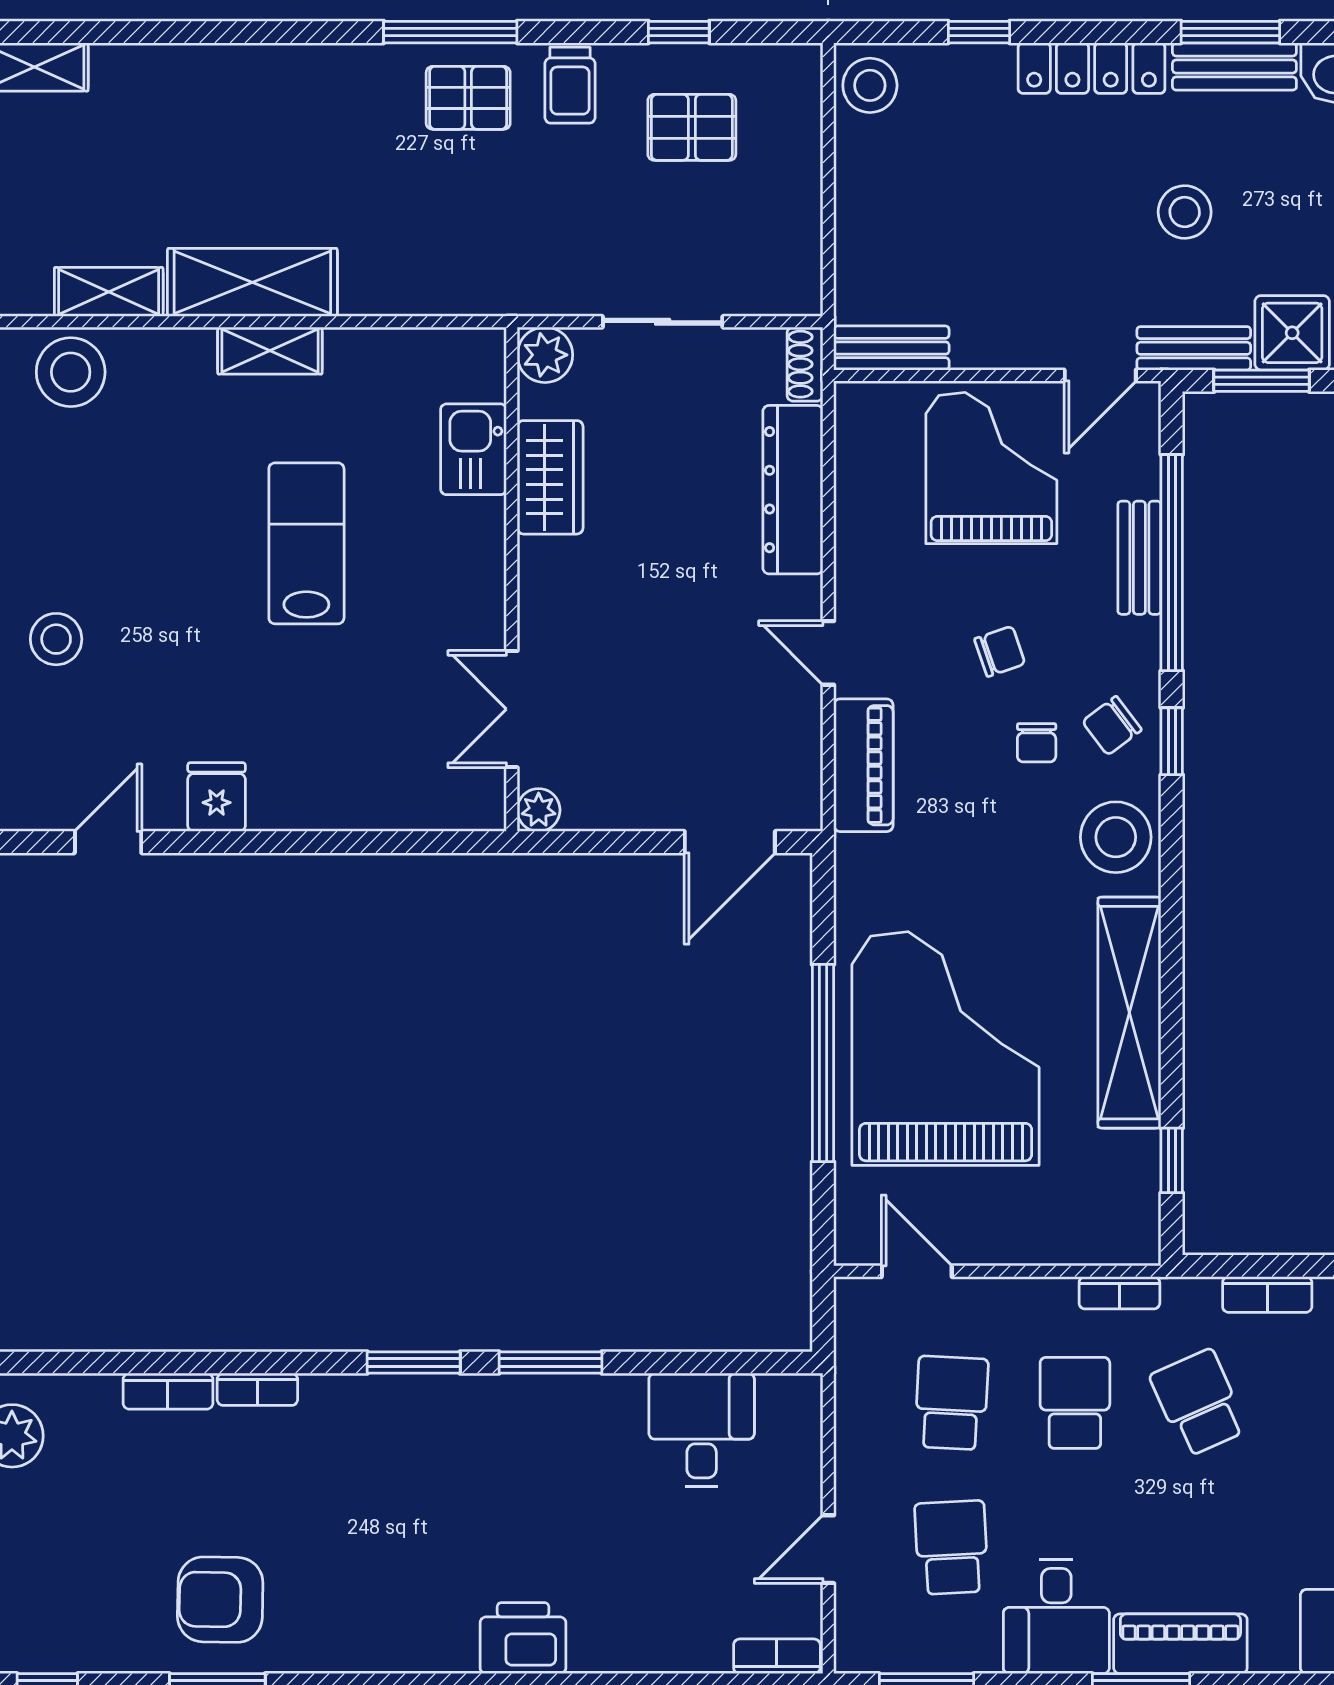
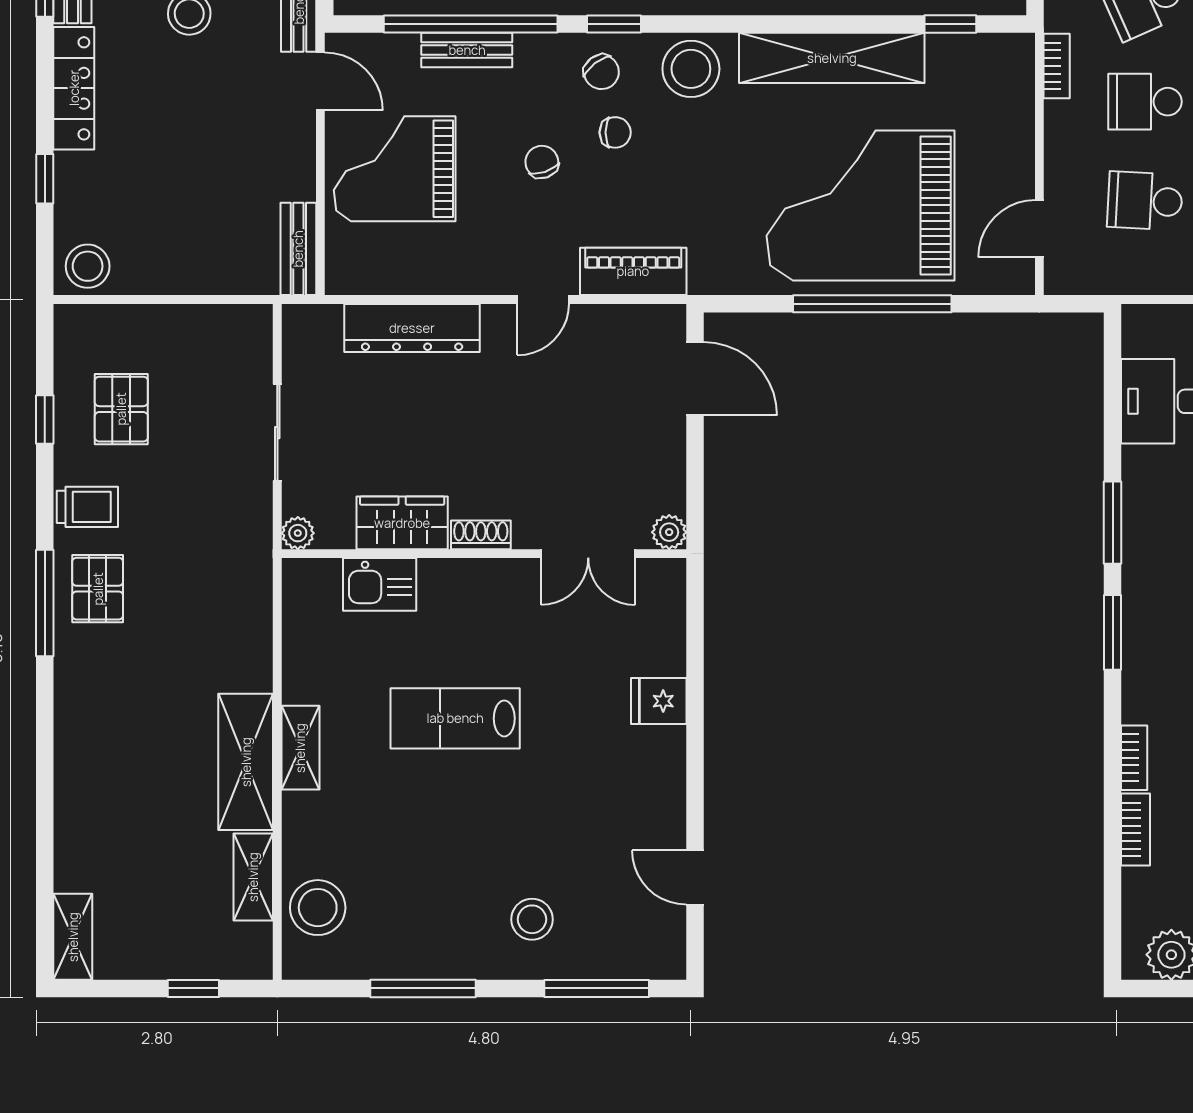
plant: (545, 355) -> (298, 533), width x0.73, depth x0.73
shoe rack: (805, 364) -> (481, 535), moved, turned 180
fridge: (217, 797) -> (659, 701), moved

